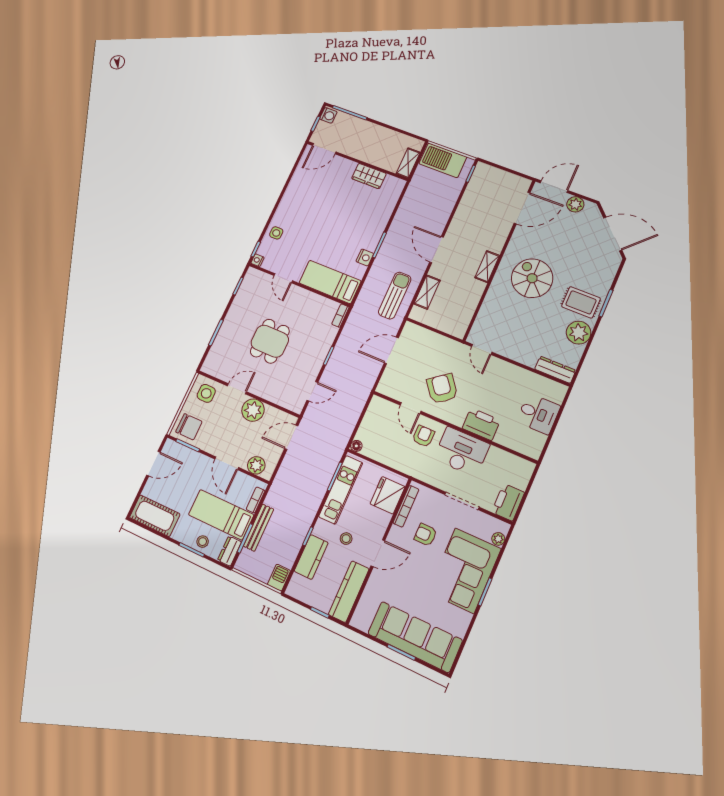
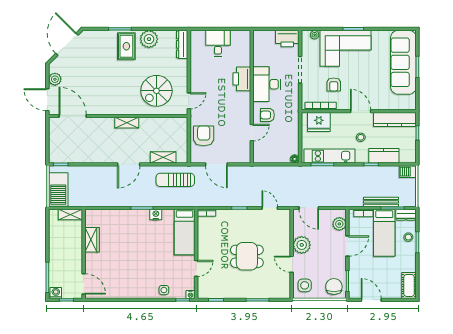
spiral stairs: (532, 278) -> (156, 91), moved
armchair: (442, 389) -> (204, 136), moved, turned 128
cot: (155, 516) -> (409, 285), width x0.73, depth x0.75

